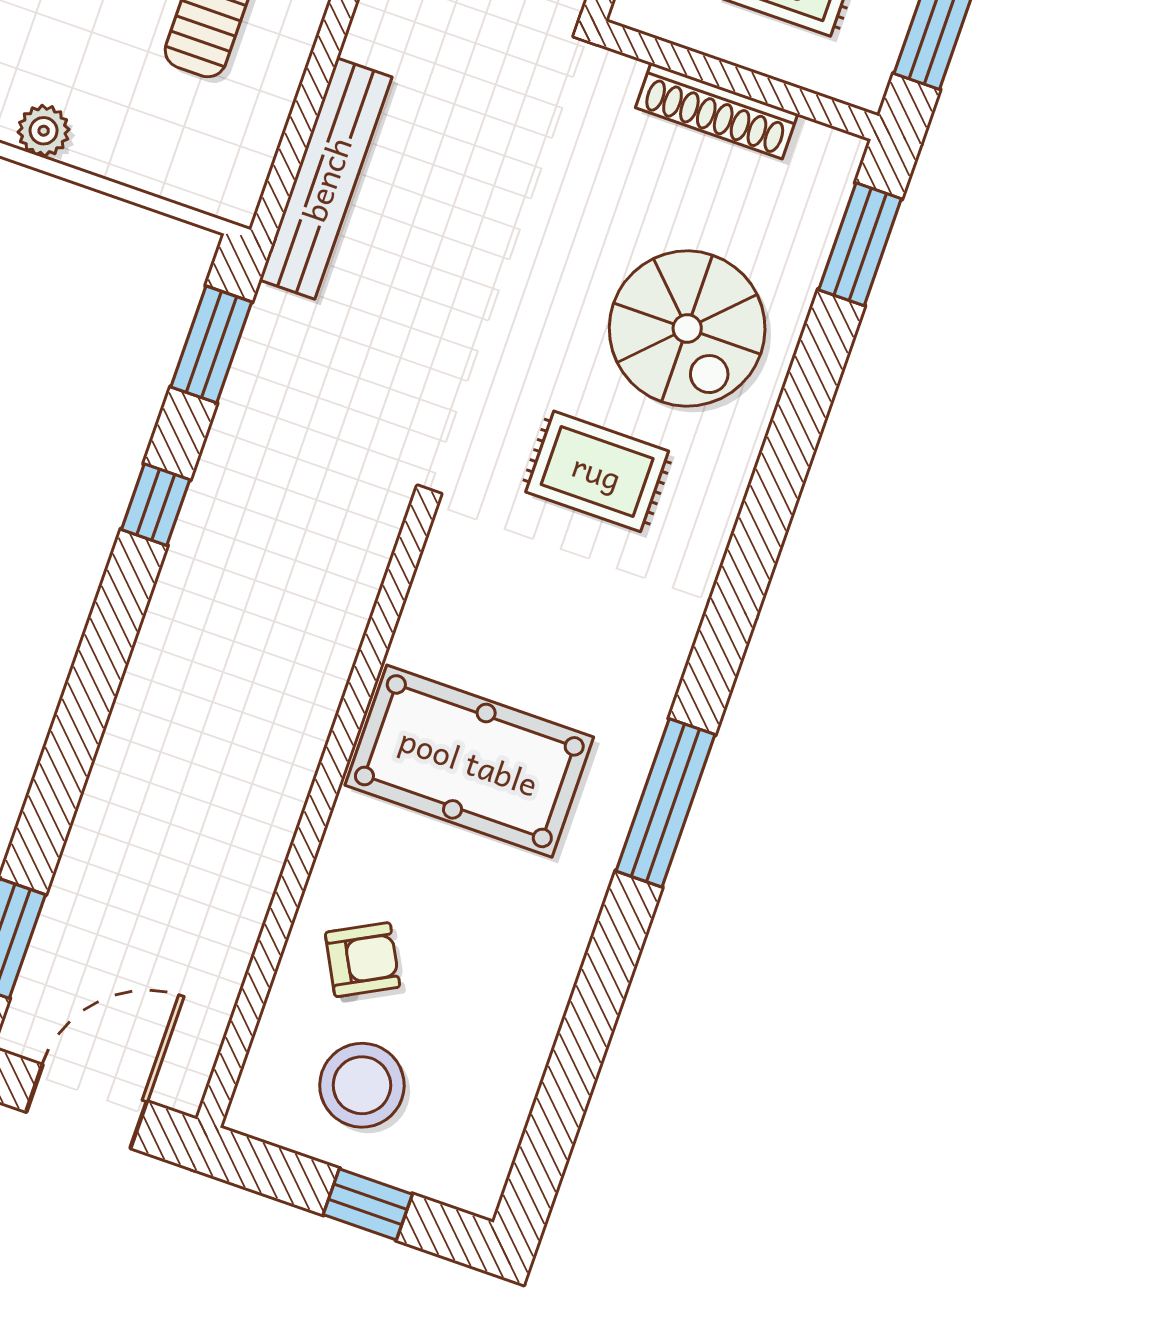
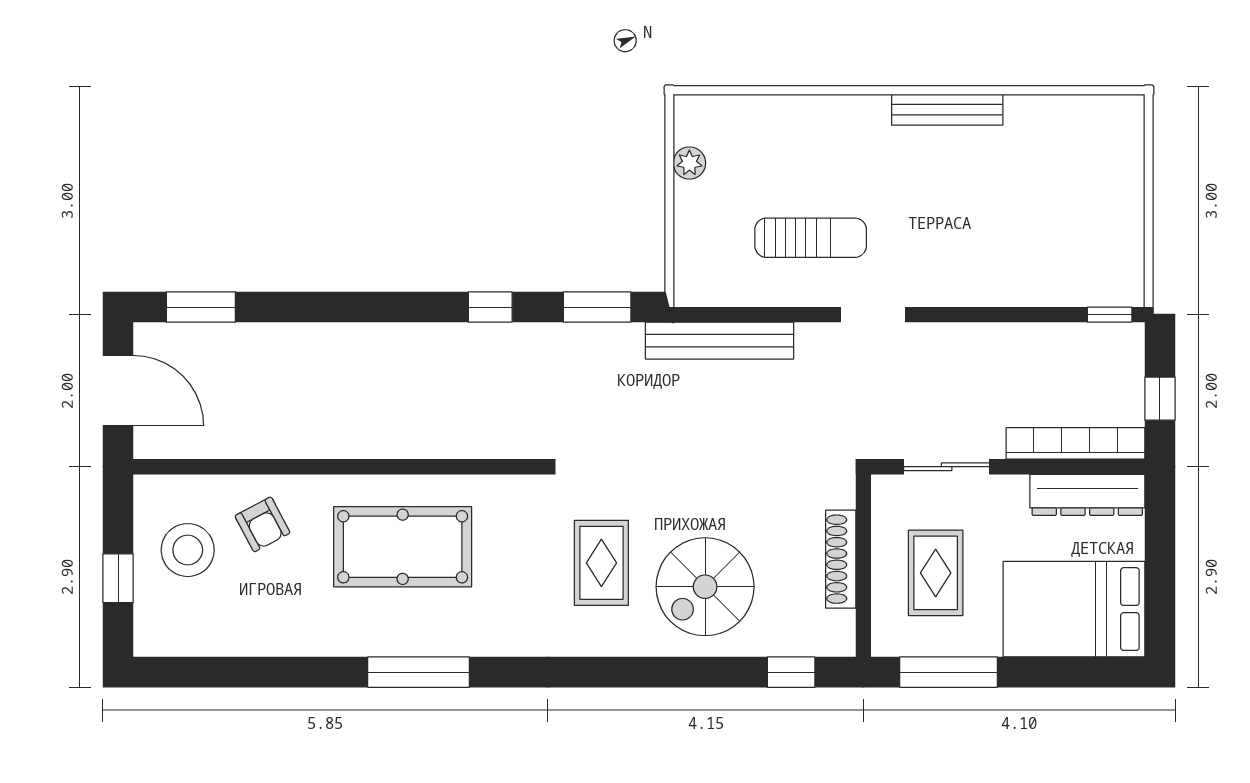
window: (860, 244) -> (791, 672), width x0.67
pool table: (469, 761) -> (403, 547), turned 90

